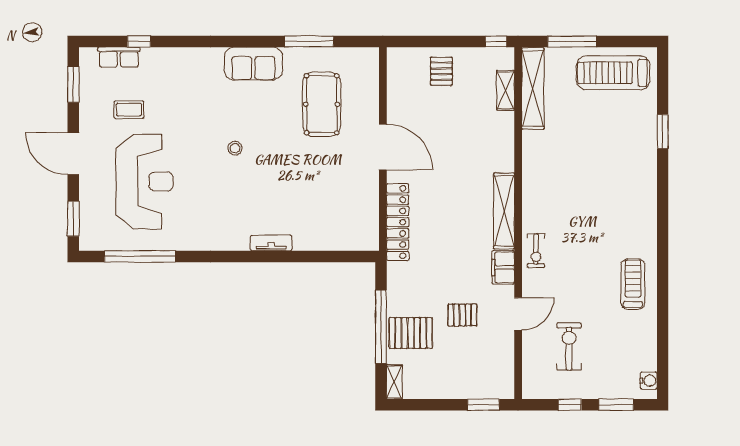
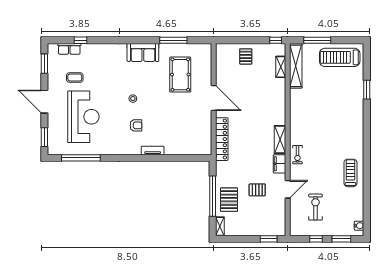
armchair: (241, 197) -> (136, 125), added
shelving: (504, 211) -> (280, 140), width x0.68
pallet: (411, 333) -> (229, 200), turned 90

